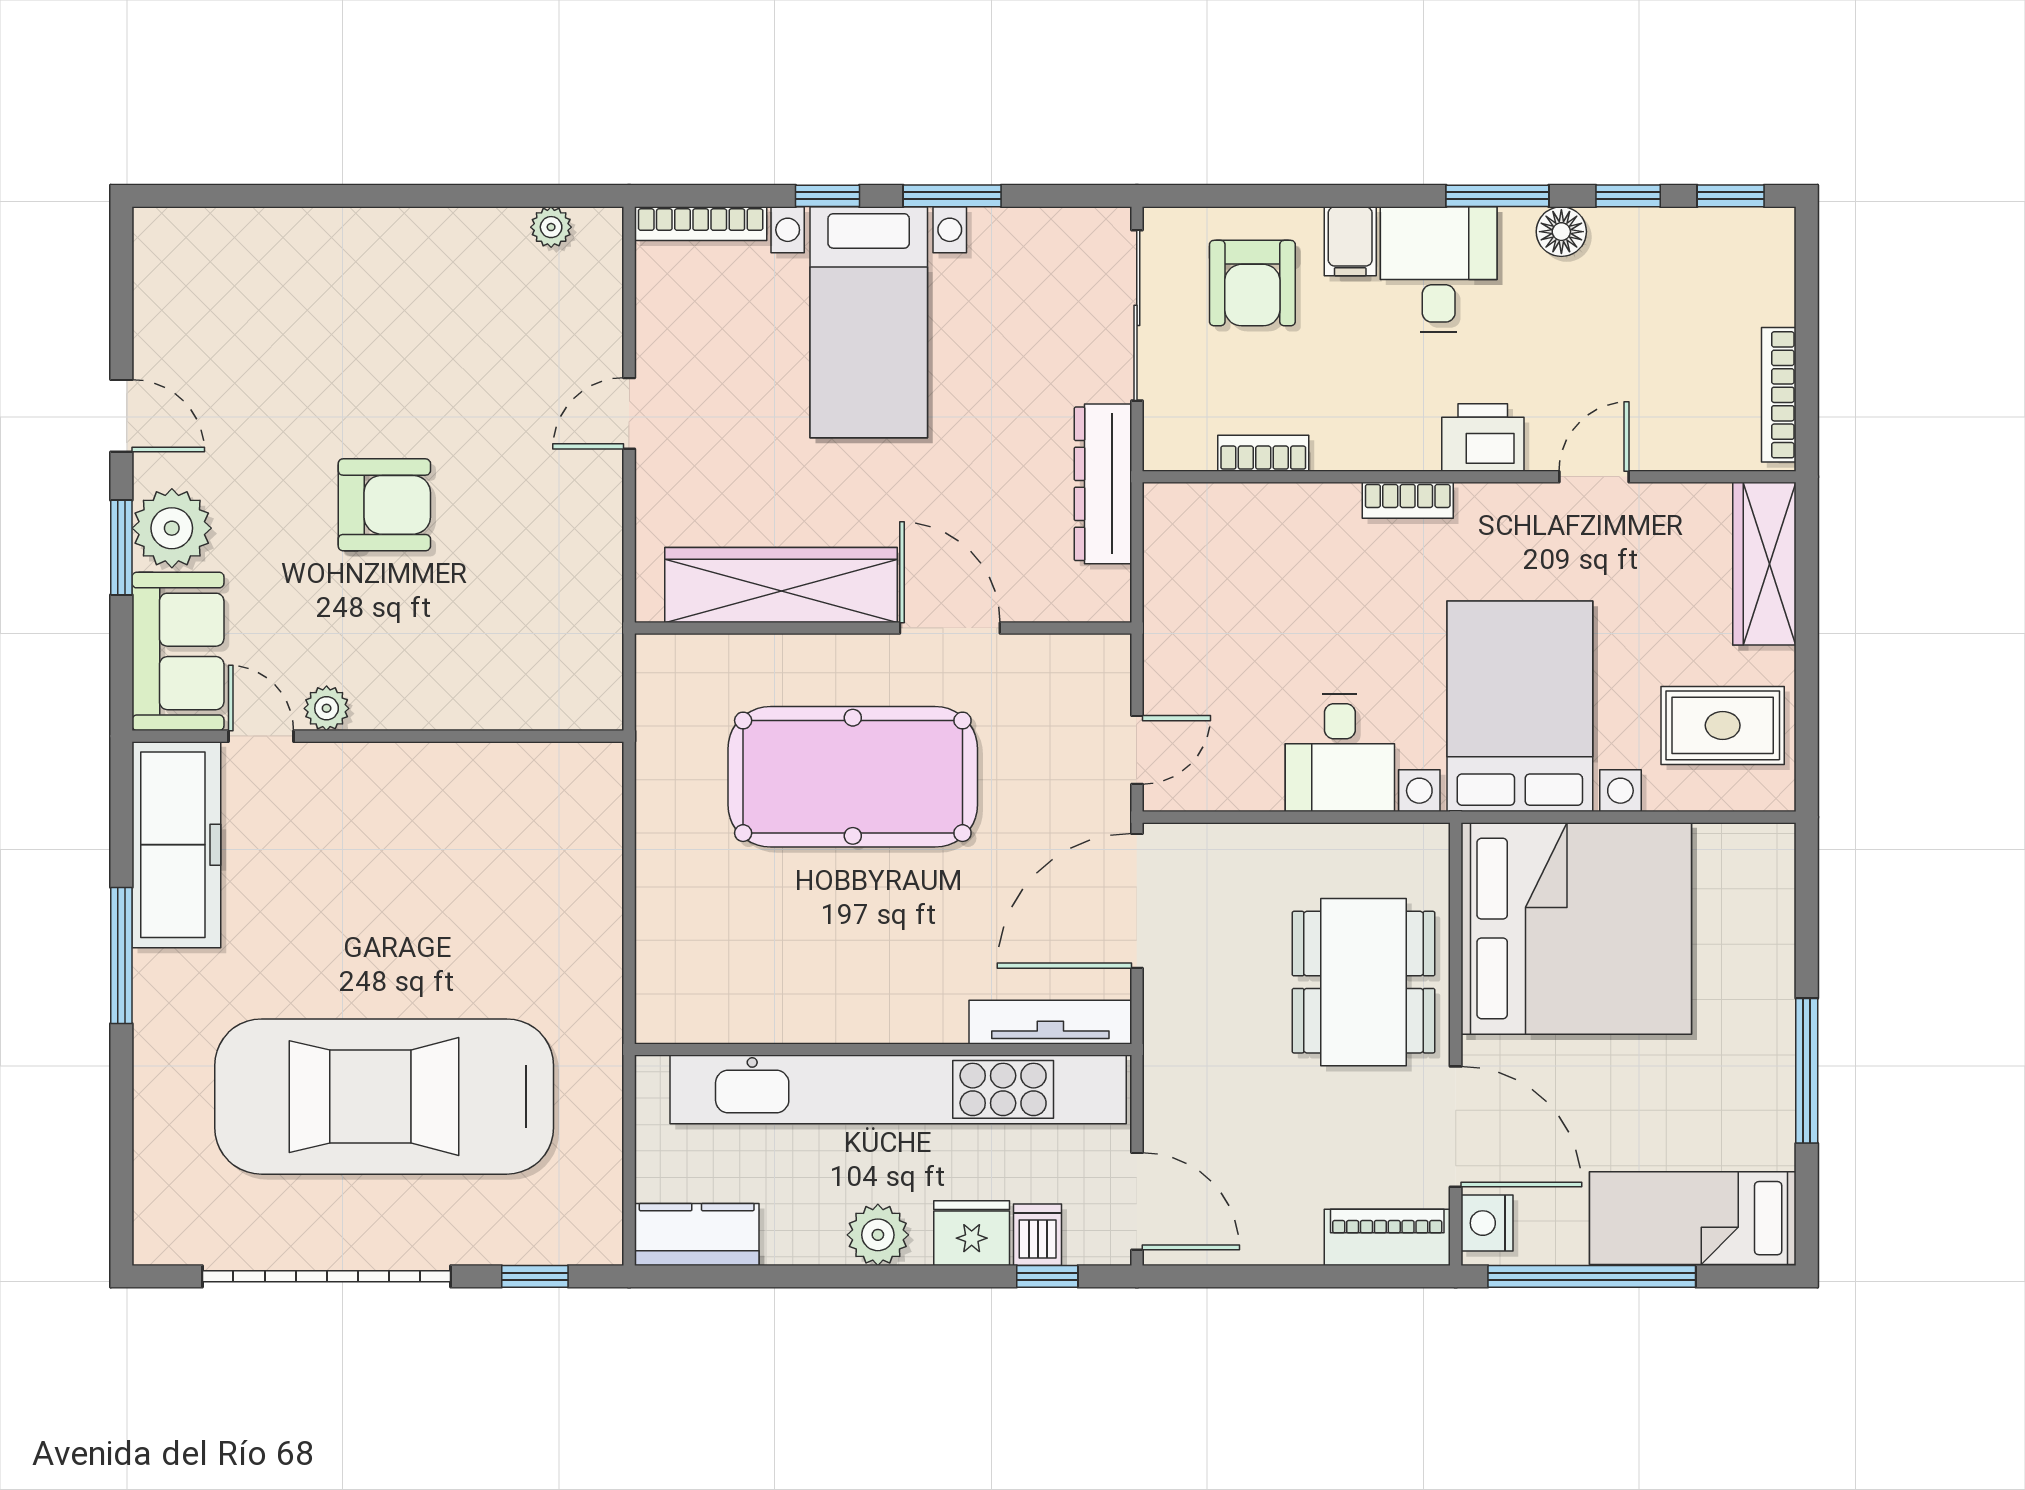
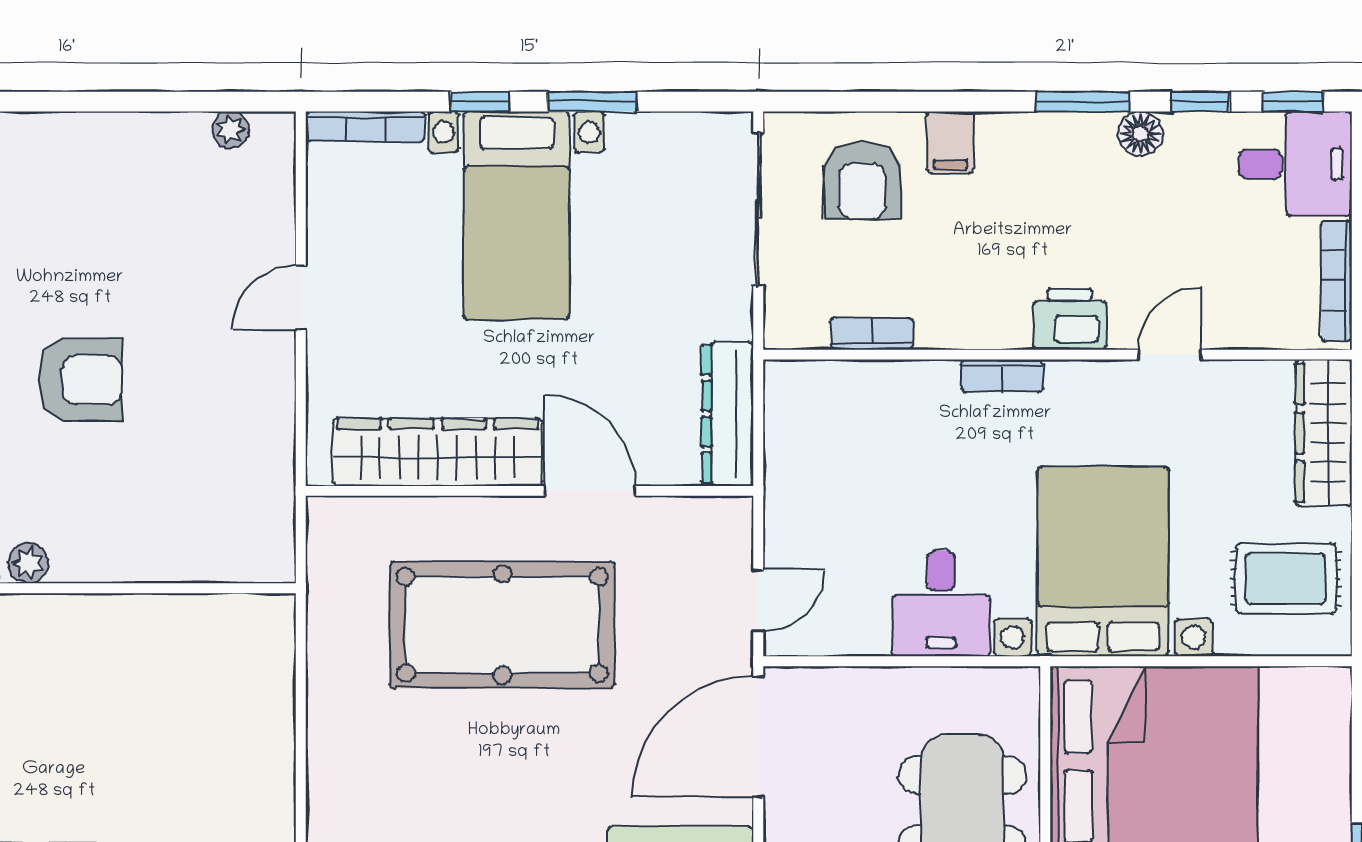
desk: (1439, 269) -> (1295, 164), moved, turned 90
dresser: (1103, 484) -> (728, 414), moved

